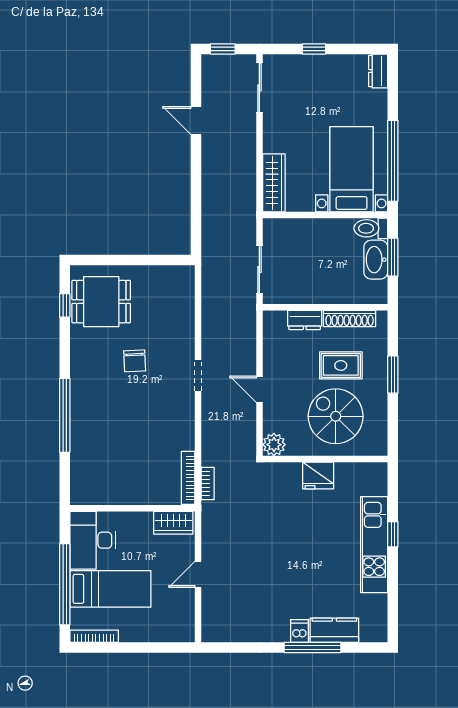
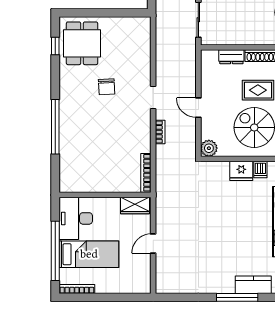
dining table: (101, 302) -> (82, 43), turned 90
bookcase: (208, 483) -> (160, 132), moved
dishwasher: (300, 631) -> (260, 170), moved, turned 180

